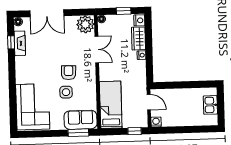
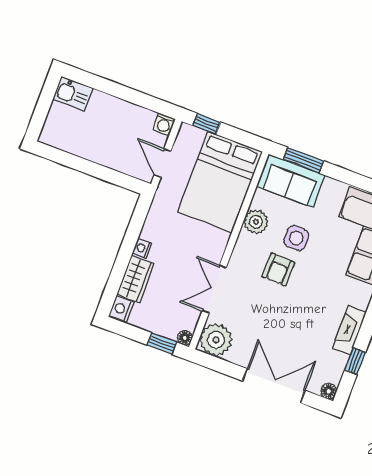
window: (124, 11) -> (162, 344), moved
fireplace: (20, 43) -> (350, 330), moved
plant: (90, 92) -> (256, 222), added
bed: (111, 105) -> (220, 182), width x1.50
kitchen sink: (210, 105) -> (73, 94), moved, turned 90

